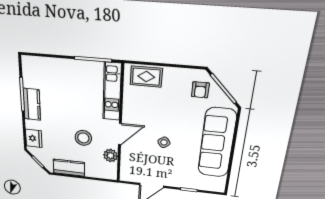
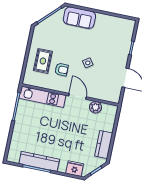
rug: (146, 77) -> (43, 61), moved
armchair: (200, 90) -> (61, 70), moved
kitchen counter: (32, 104) -> (39, 161), width x1.50
stool: (83, 138) -> (78, 127), removed
sofa: (217, 143) -> (79, 18), width x0.54, depth x0.79

